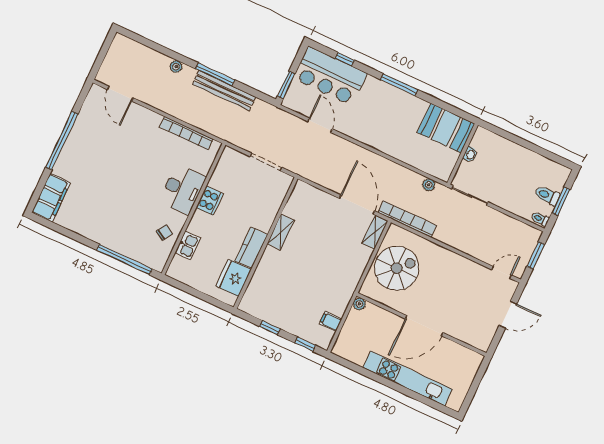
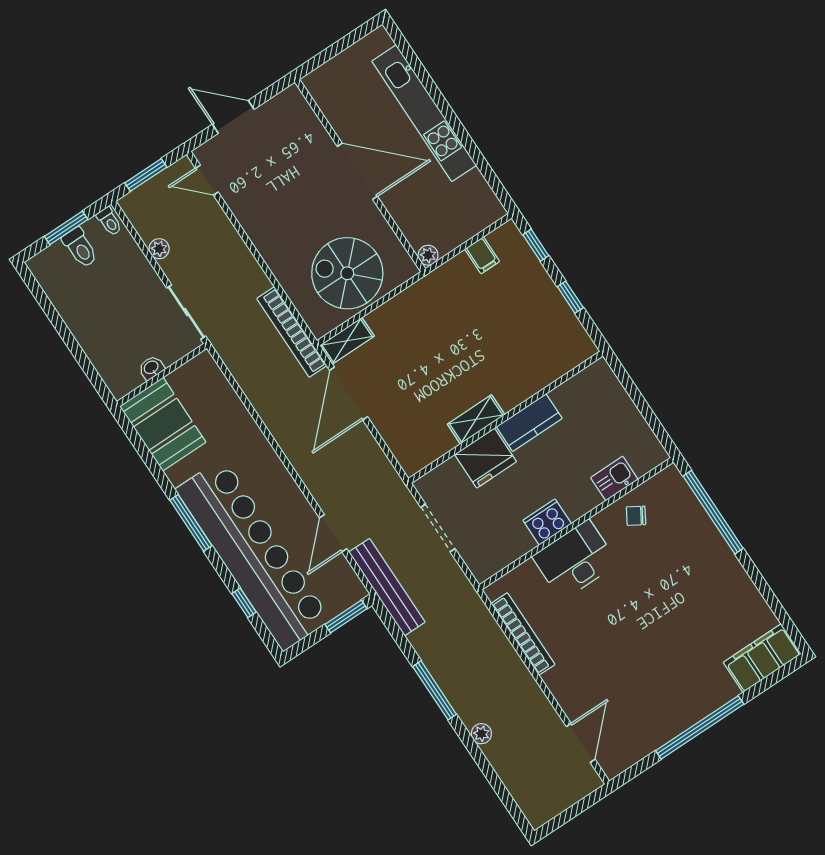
bar counter: (330, 76) -> (253, 555), width x1.86
bench: (224, 91) -> (387, 587), moved
plant: (429, 185) -> (159, 249), moved
fridge: (234, 278) -> (486, 458), moved

